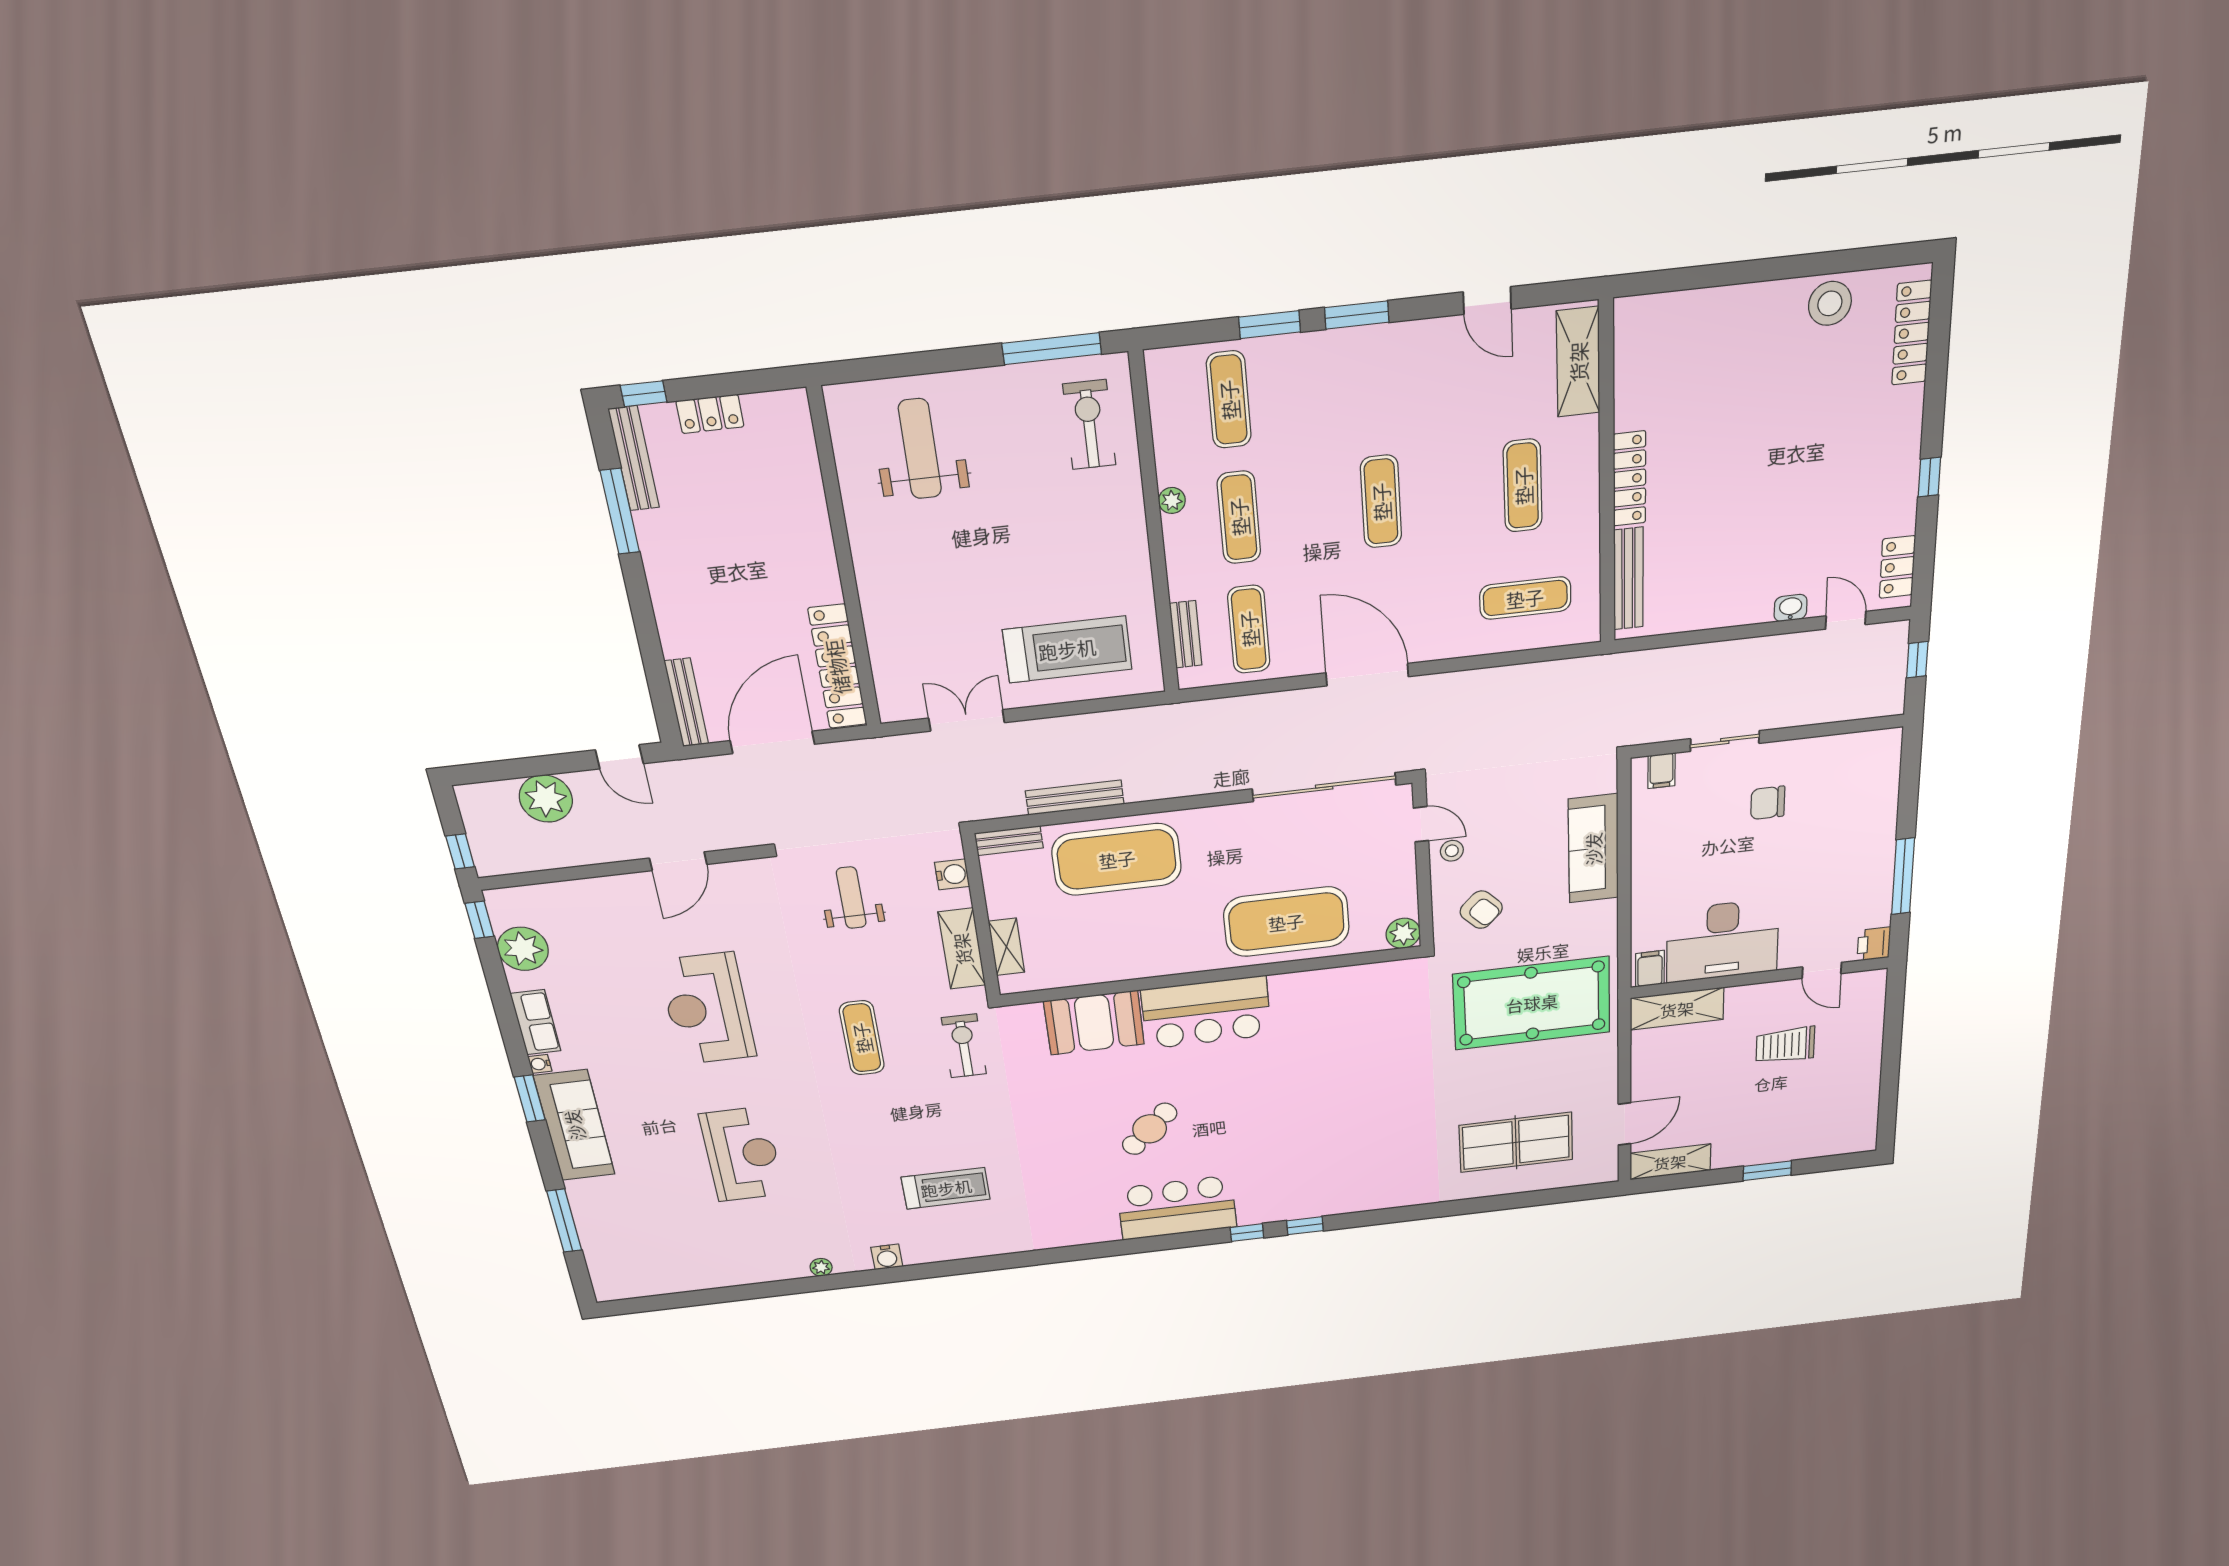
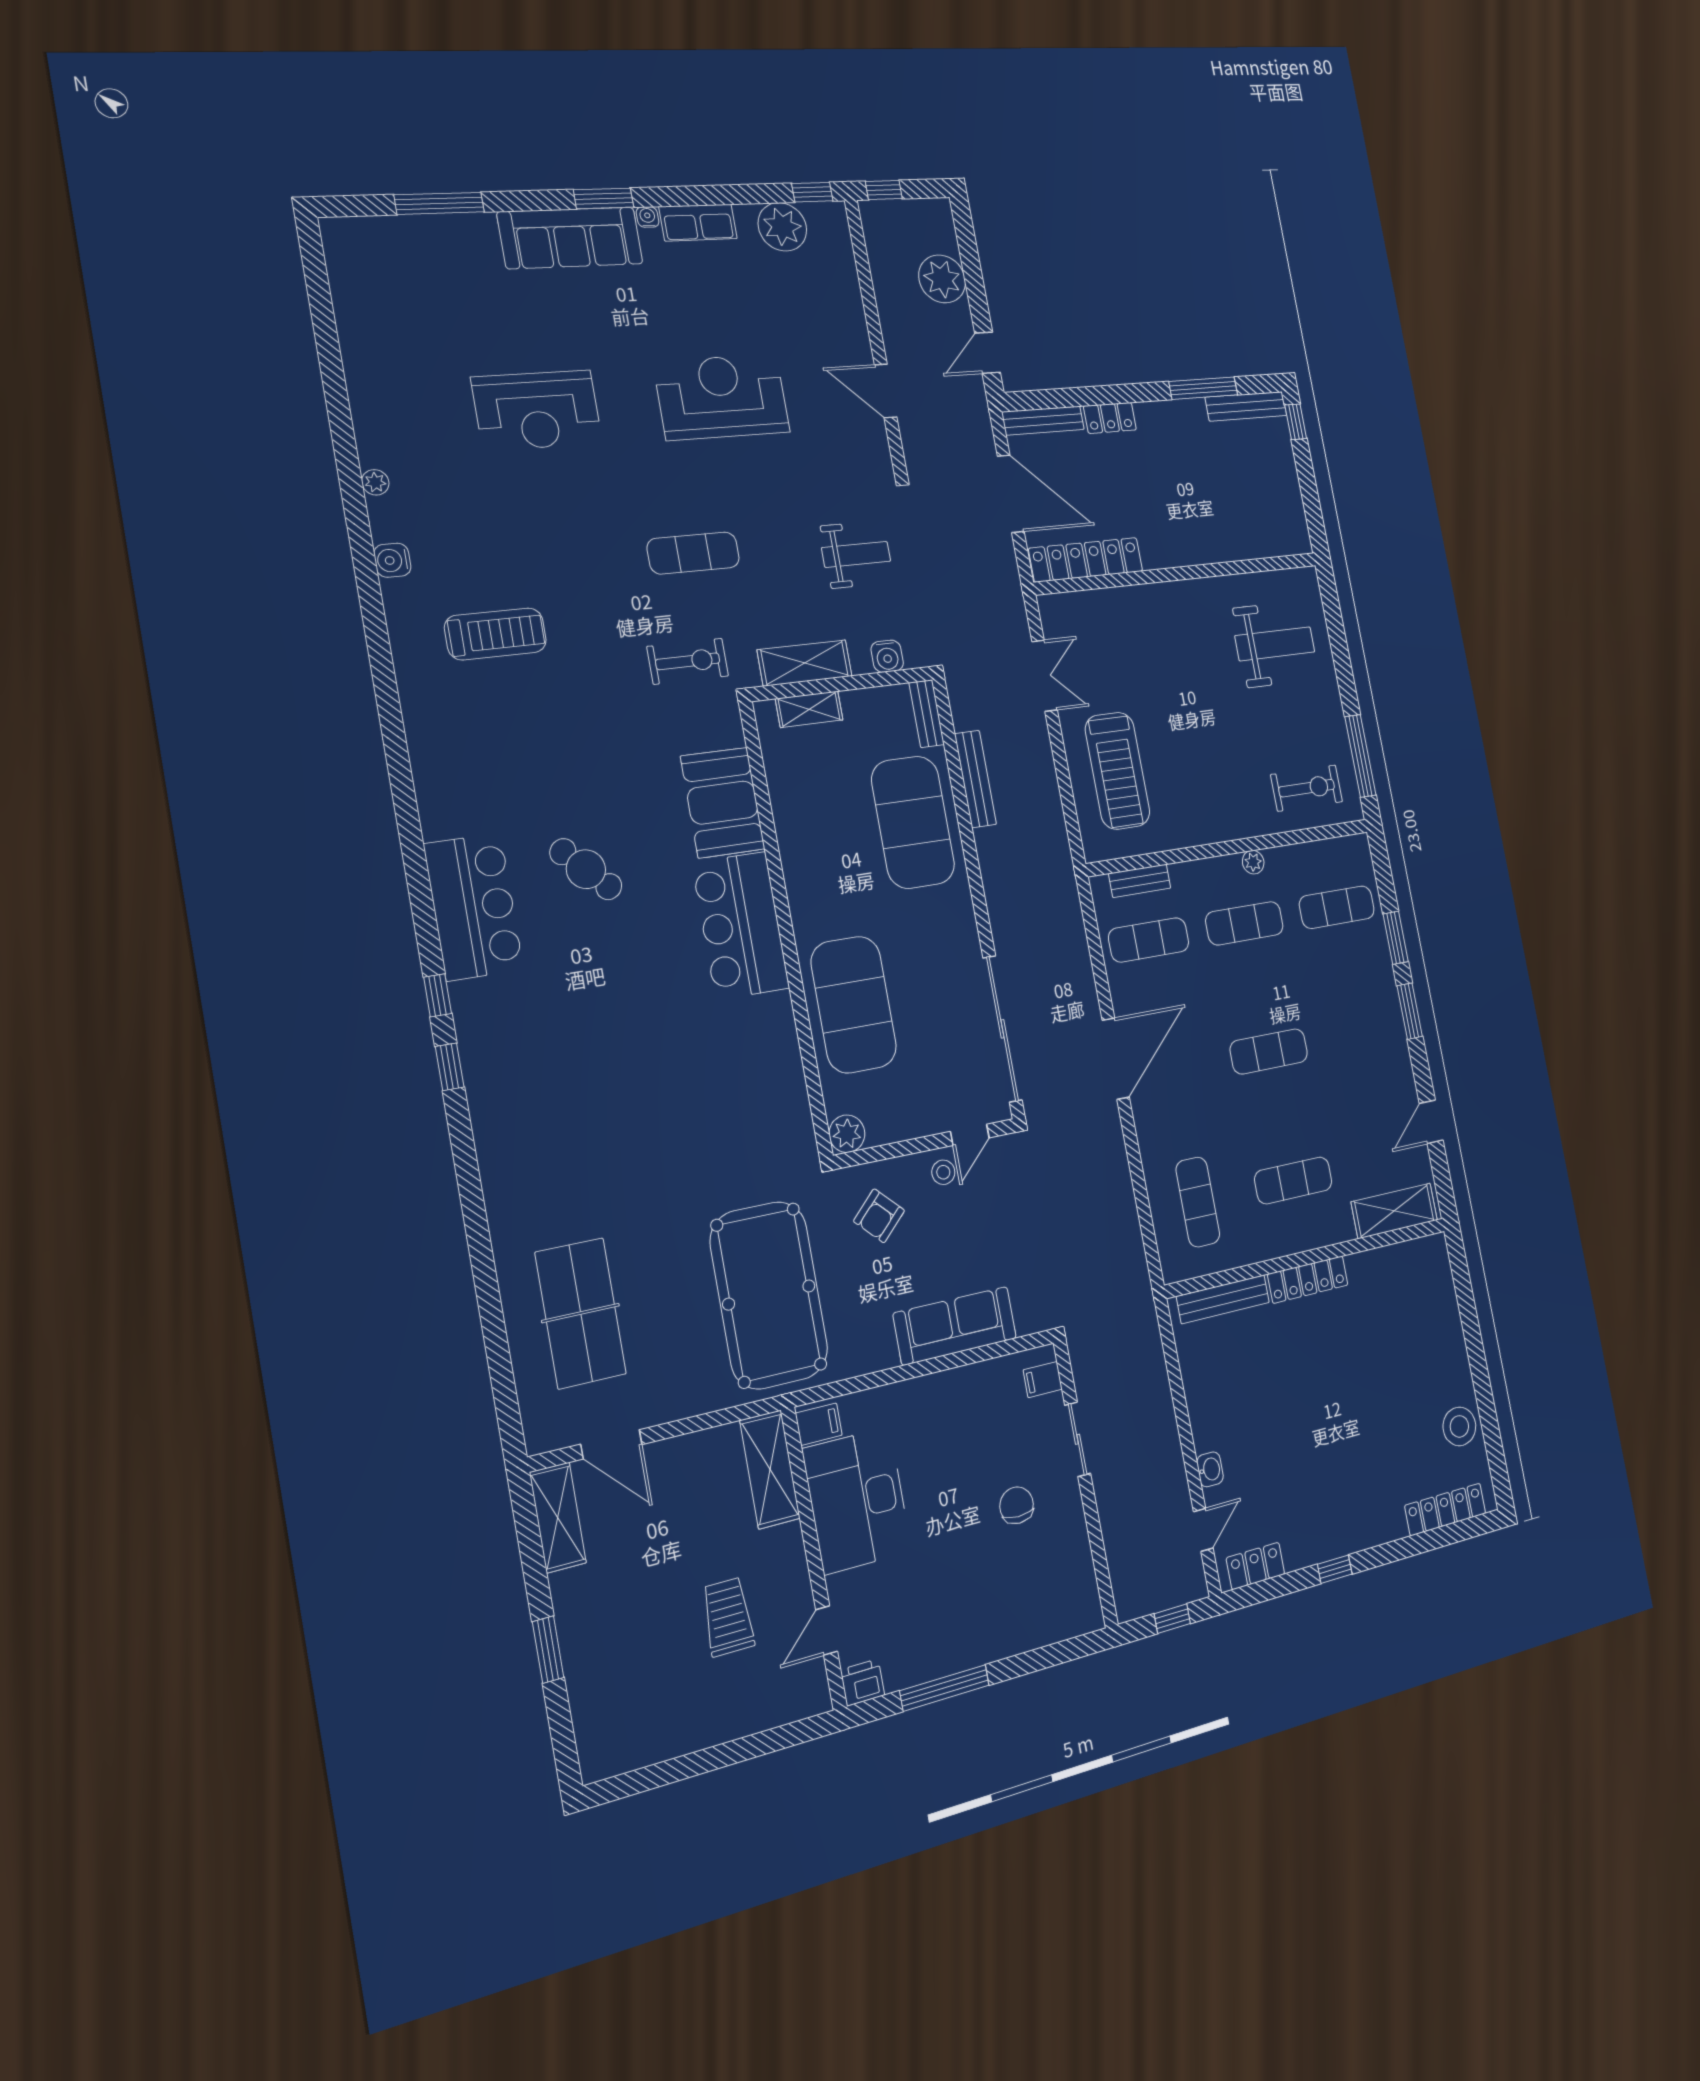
locker: (710, 414) -> (1110, 418), moved, turned -90
treadmill: (946, 1188) -> (496, 634), turned -90

